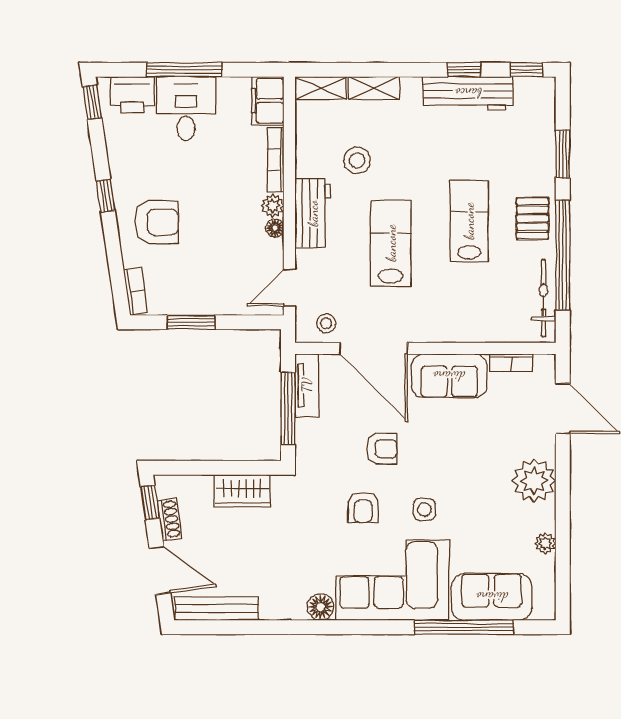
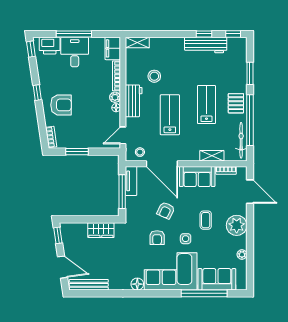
shelving: (374, 88) -> (212, 156), moved
armchair: (382, 449) -> (166, 210), turned 115
coffee table: (468, 470) -> (206, 220), added
shoe rack: (169, 519) -> (67, 243), removed

